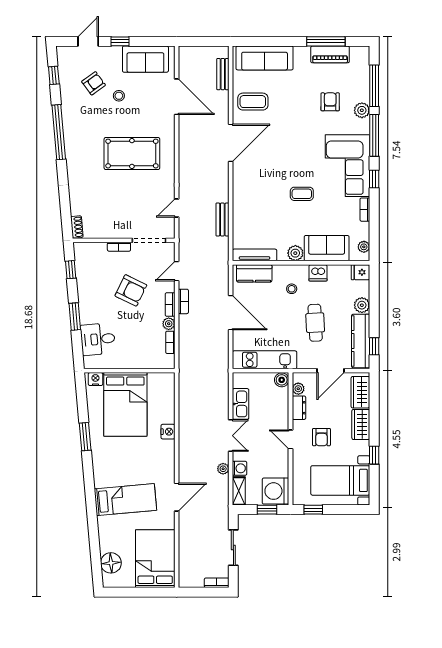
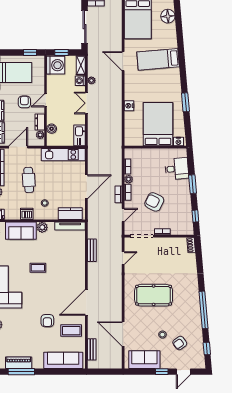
armchair: (330, 102) -> (47, 321), moved
door: (231, 313) -> (86, 187), swing flipped
boiler: (282, 380) -> (52, 129), moved
kitchen sink: (241, 404) -> (80, 135), moved
door: (290, 439) -> (46, 100), swing flipped
door: (177, 497) -> (123, 61), hinge flipped
sliding door: (233, 548) -> (85, 27), width x1.37

